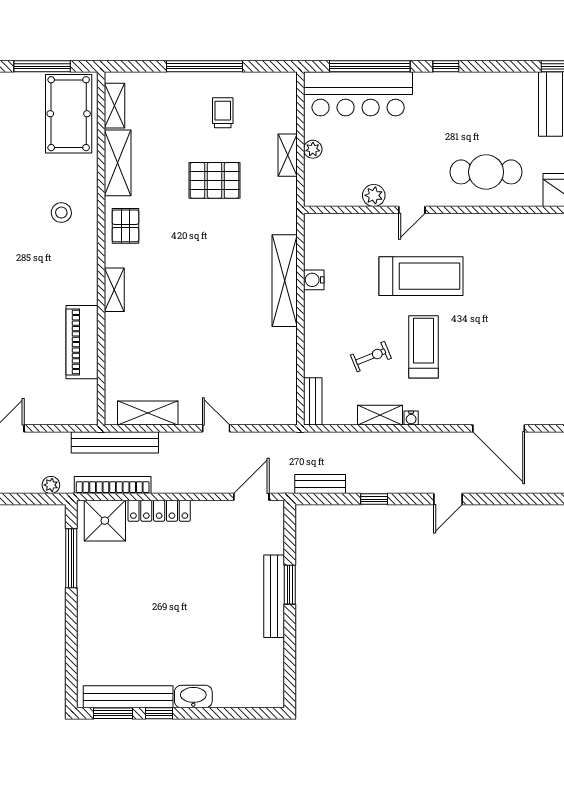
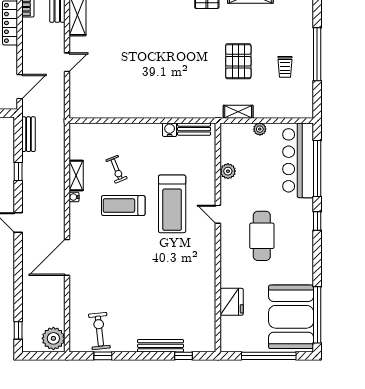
trolley: (223, 113) -> (285, 67), turned 90
shelving: (288, 155) -> (238, 112), moved
cafe table: (486, 172) -> (262, 236), moved
door: (412, 210) -> (218, 214), moved
shelving: (285, 281) -> (169, 110), removed
treadmill: (423, 347) -> (123, 206), turned 180
bench: (313, 401) -> (194, 129), moved
door: (251, 497) -> (20, 87), hinge flipped

